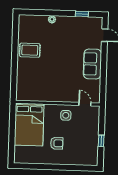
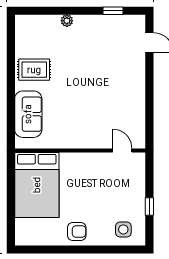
sofa: (92, 64) -> (28, 114), moved, turned 180
side table: (66, 115) -> (123, 229), moved
armchair: (57, 143) -> (77, 231), moved

